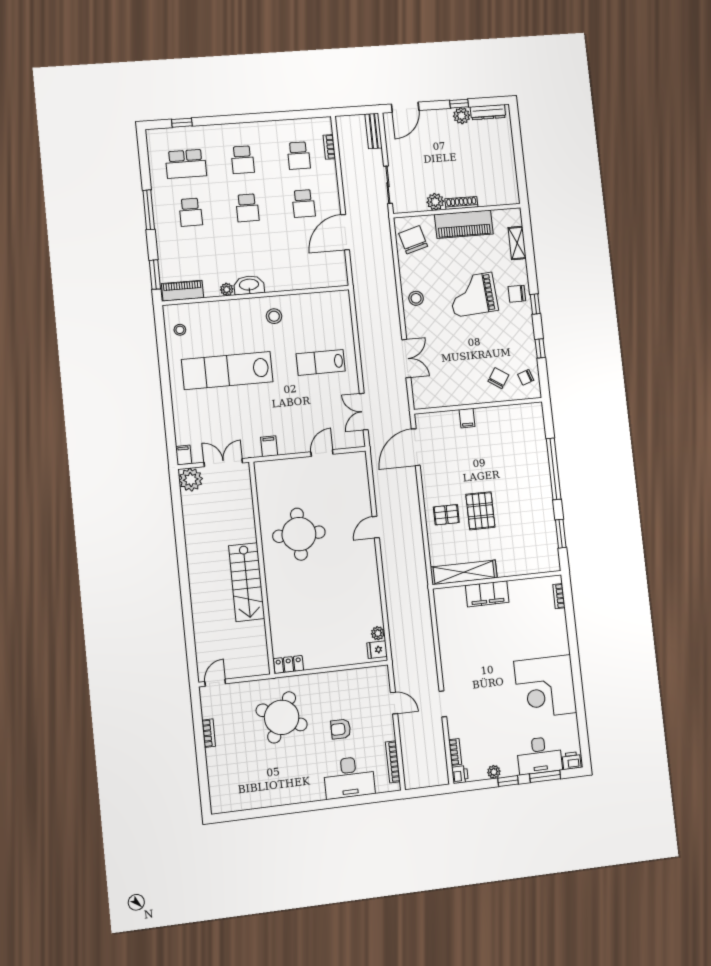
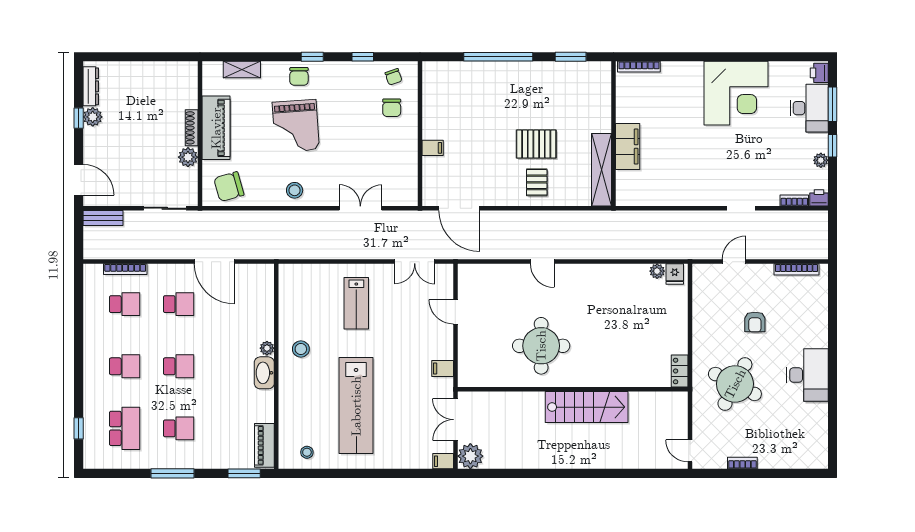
bookcase: (329, 147) -> (125, 269), width x1.56
plant: (227, 289) -> (267, 348), moved
chair: (498, 378) -> (392, 108), turned -123
bookcase: (559, 596) -> (639, 67), width x1.56
desk: (349, 777) -> (807, 375), moved

